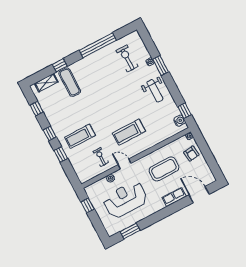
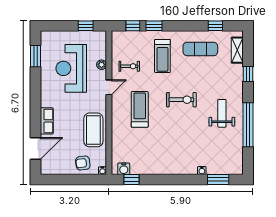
exercise bike: (127, 58) -> (181, 100), moved
window: (161, 66) -> (218, 179), moved
exercise mat: (70, 82) -> (200, 49), moved
weight bench: (155, 91) -> (222, 113), moved, turned 90
window: (50, 133) -> (133, 26), moved
treadmill: (80, 136) -> (162, 56), turned 180
coffee table: (164, 169) -> (93, 130), moved
reception desk: (125, 200) -> (71, 68), turned 180

